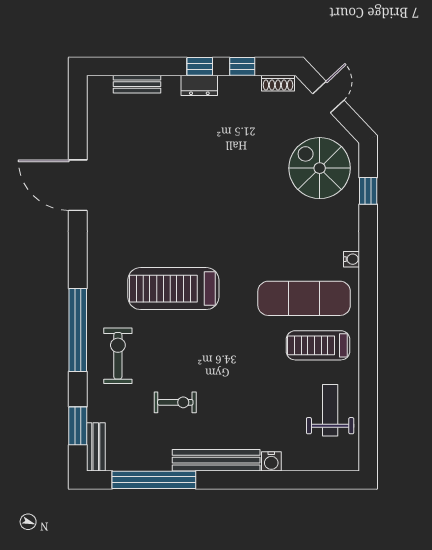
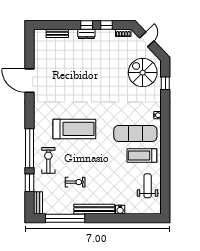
treadmill: (173, 289) -> (74, 129), turned 180
window: (78, 426) -> (30, 183), moved

